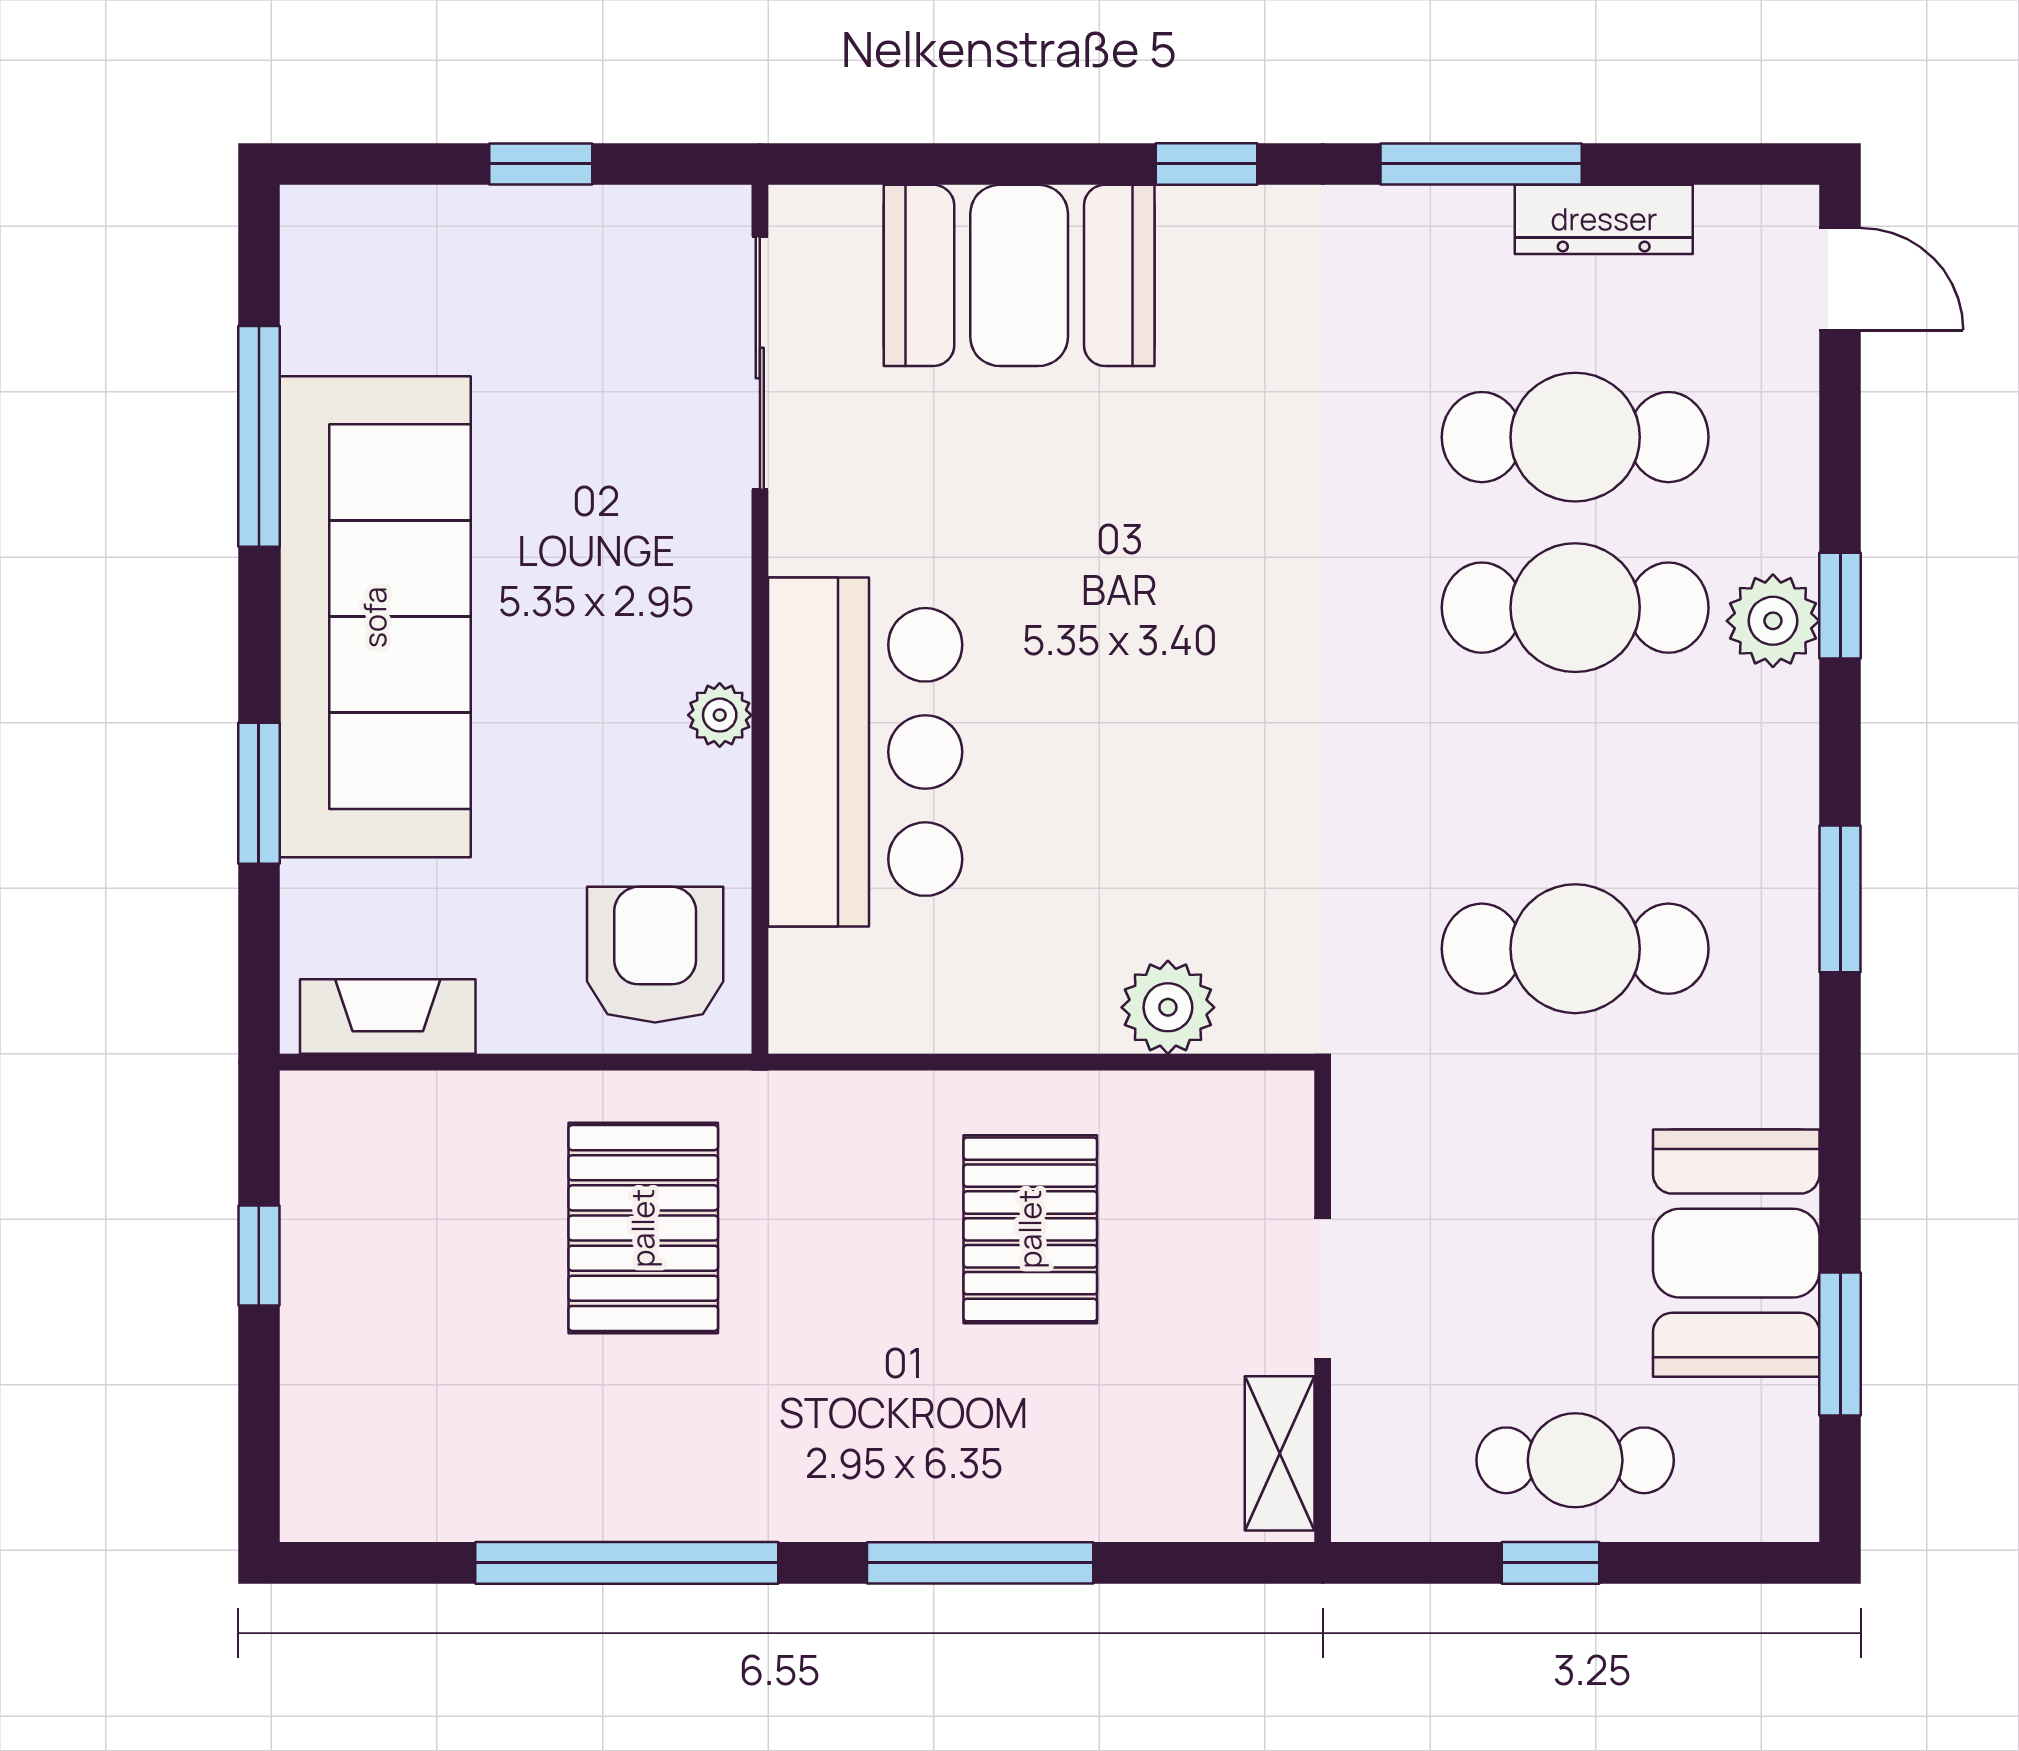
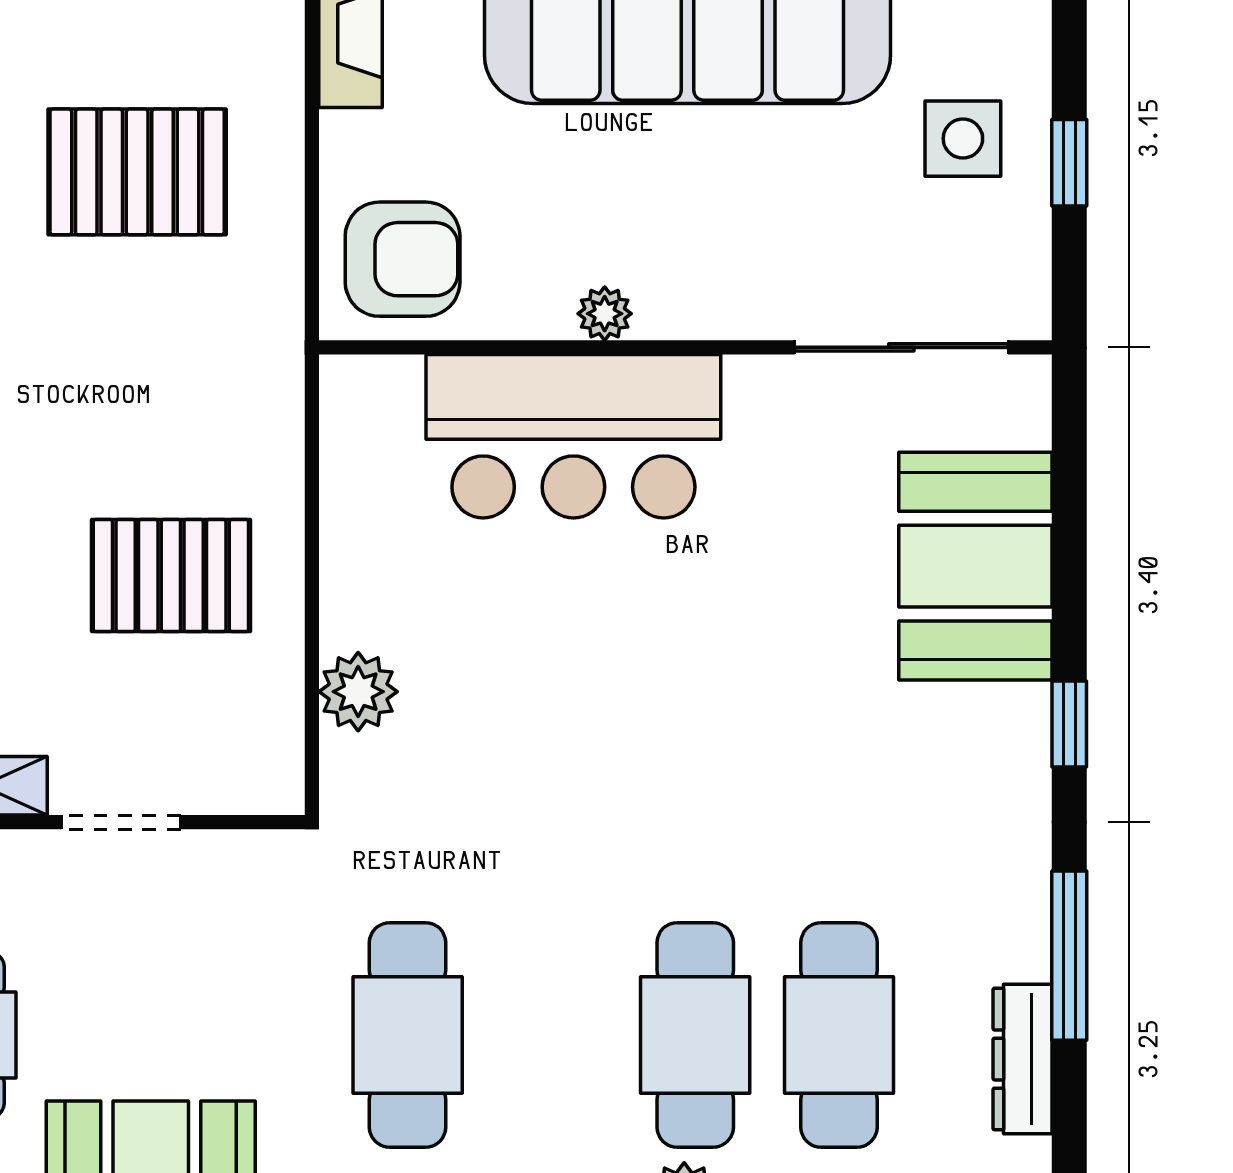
side table: (512, 290) -> (963, 139), added
pallet: (643, 1228) -> (137, 172), moved

